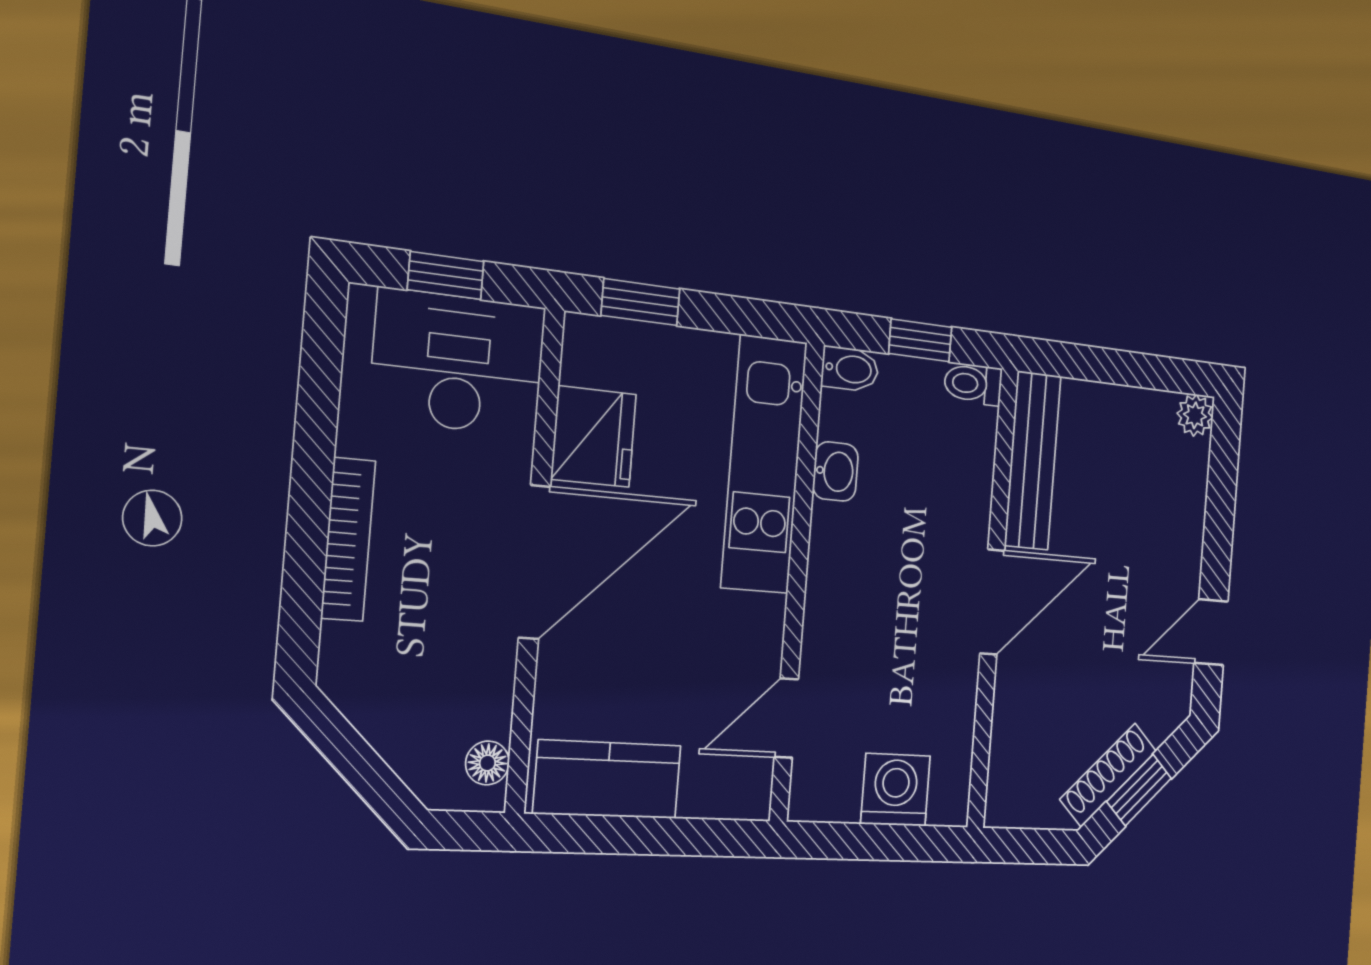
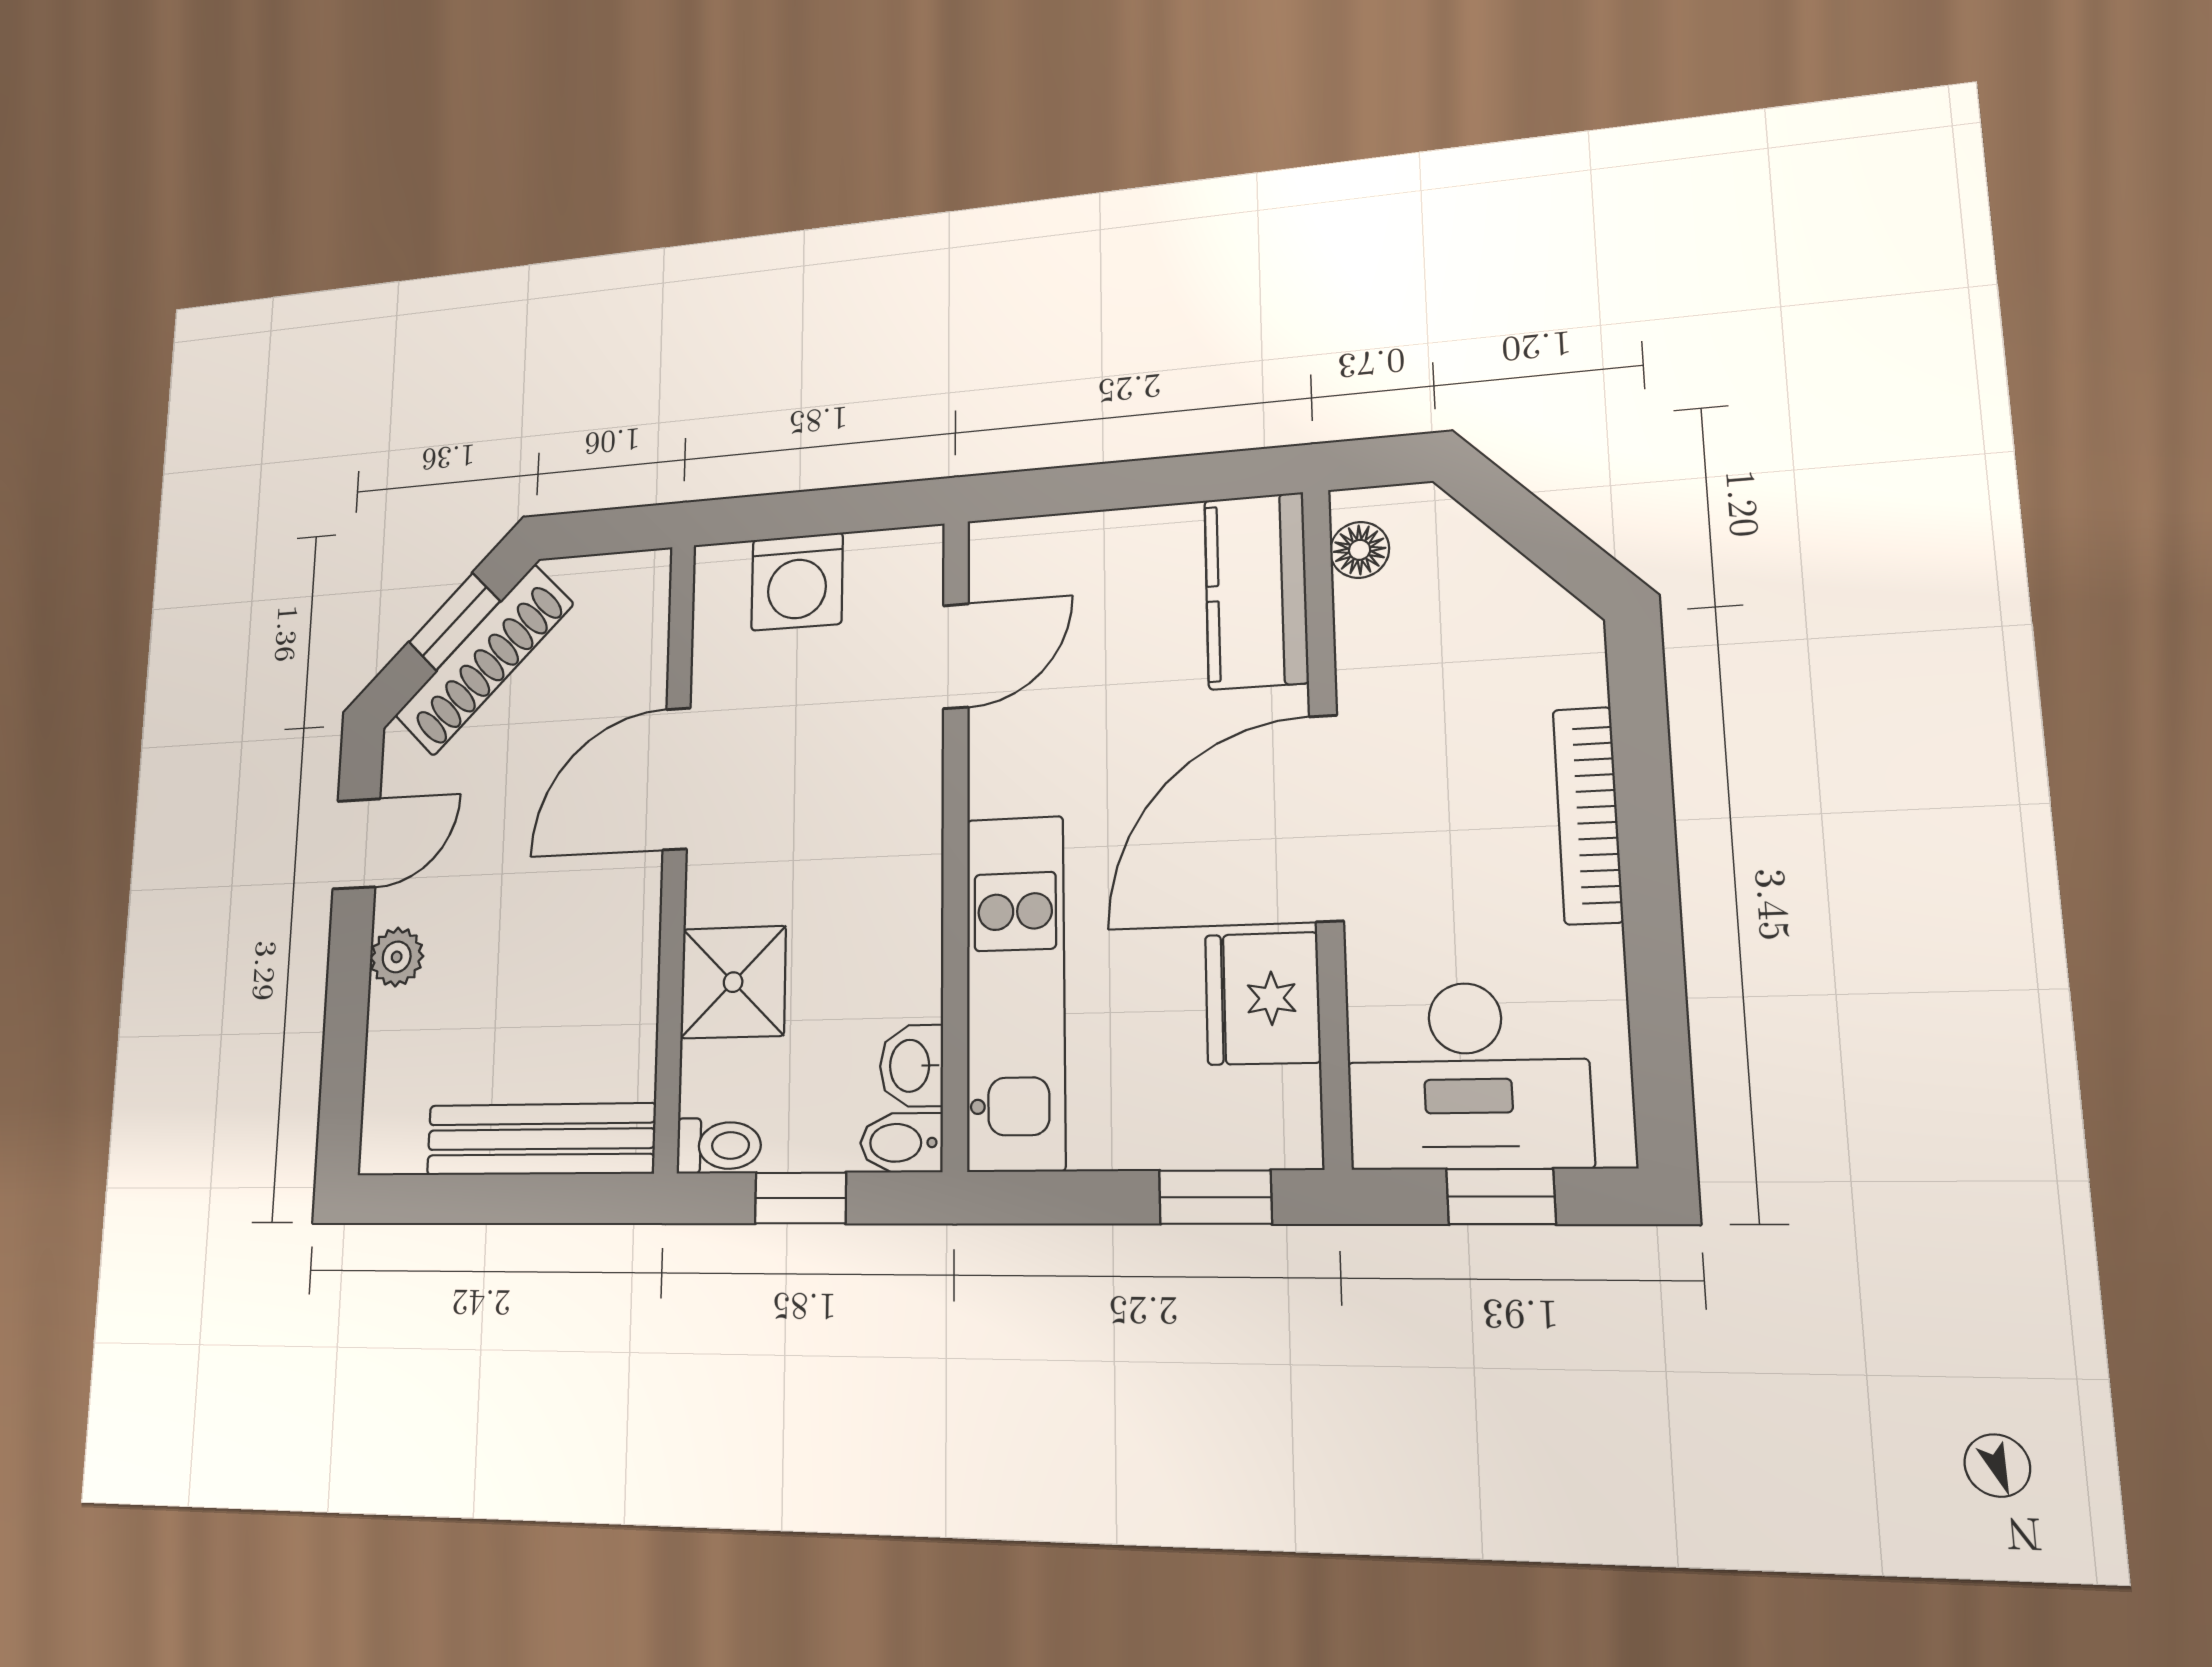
plant: (1195, 415) -> (397, 957), moved
bench: (1033, 461) -> (540, 1139), moved, turned 90
washbasin: (835, 472) -> (911, 1066), moved
shower: (957, 498) -> (733, 982), added
door: (992, 602) -> (677, 779), moved
shoe rack: (1108, 775) -> (484, 660), width x1.36, depth x1.24
kitchen counter: (607, 779) -> (1256, 591), moved, turned 90

